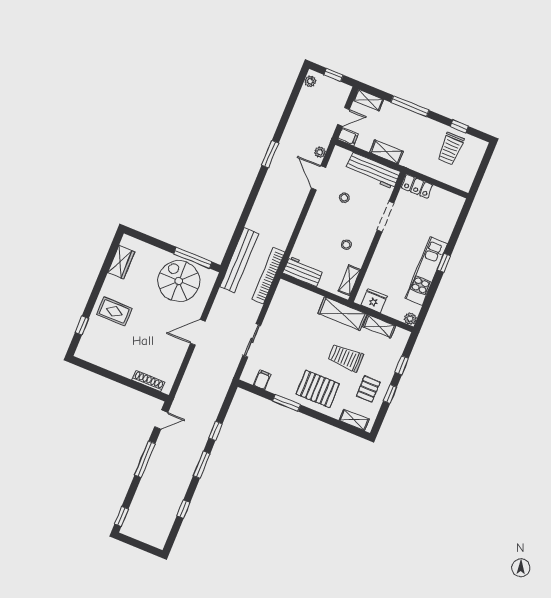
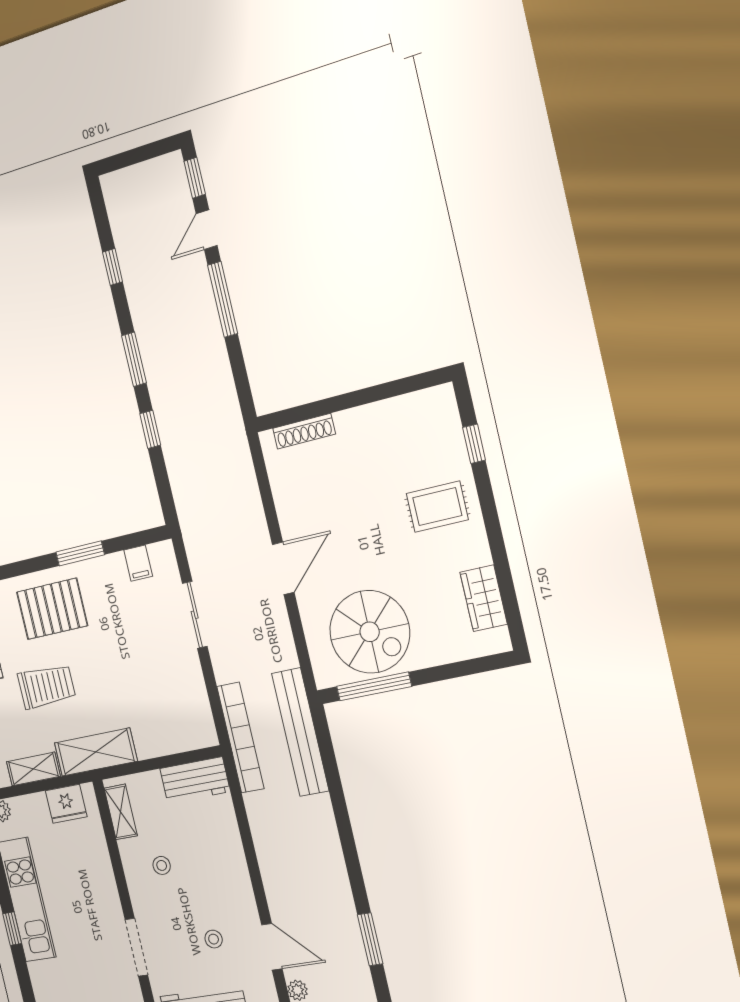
door: (161, 420) -> (207, 230), moved

